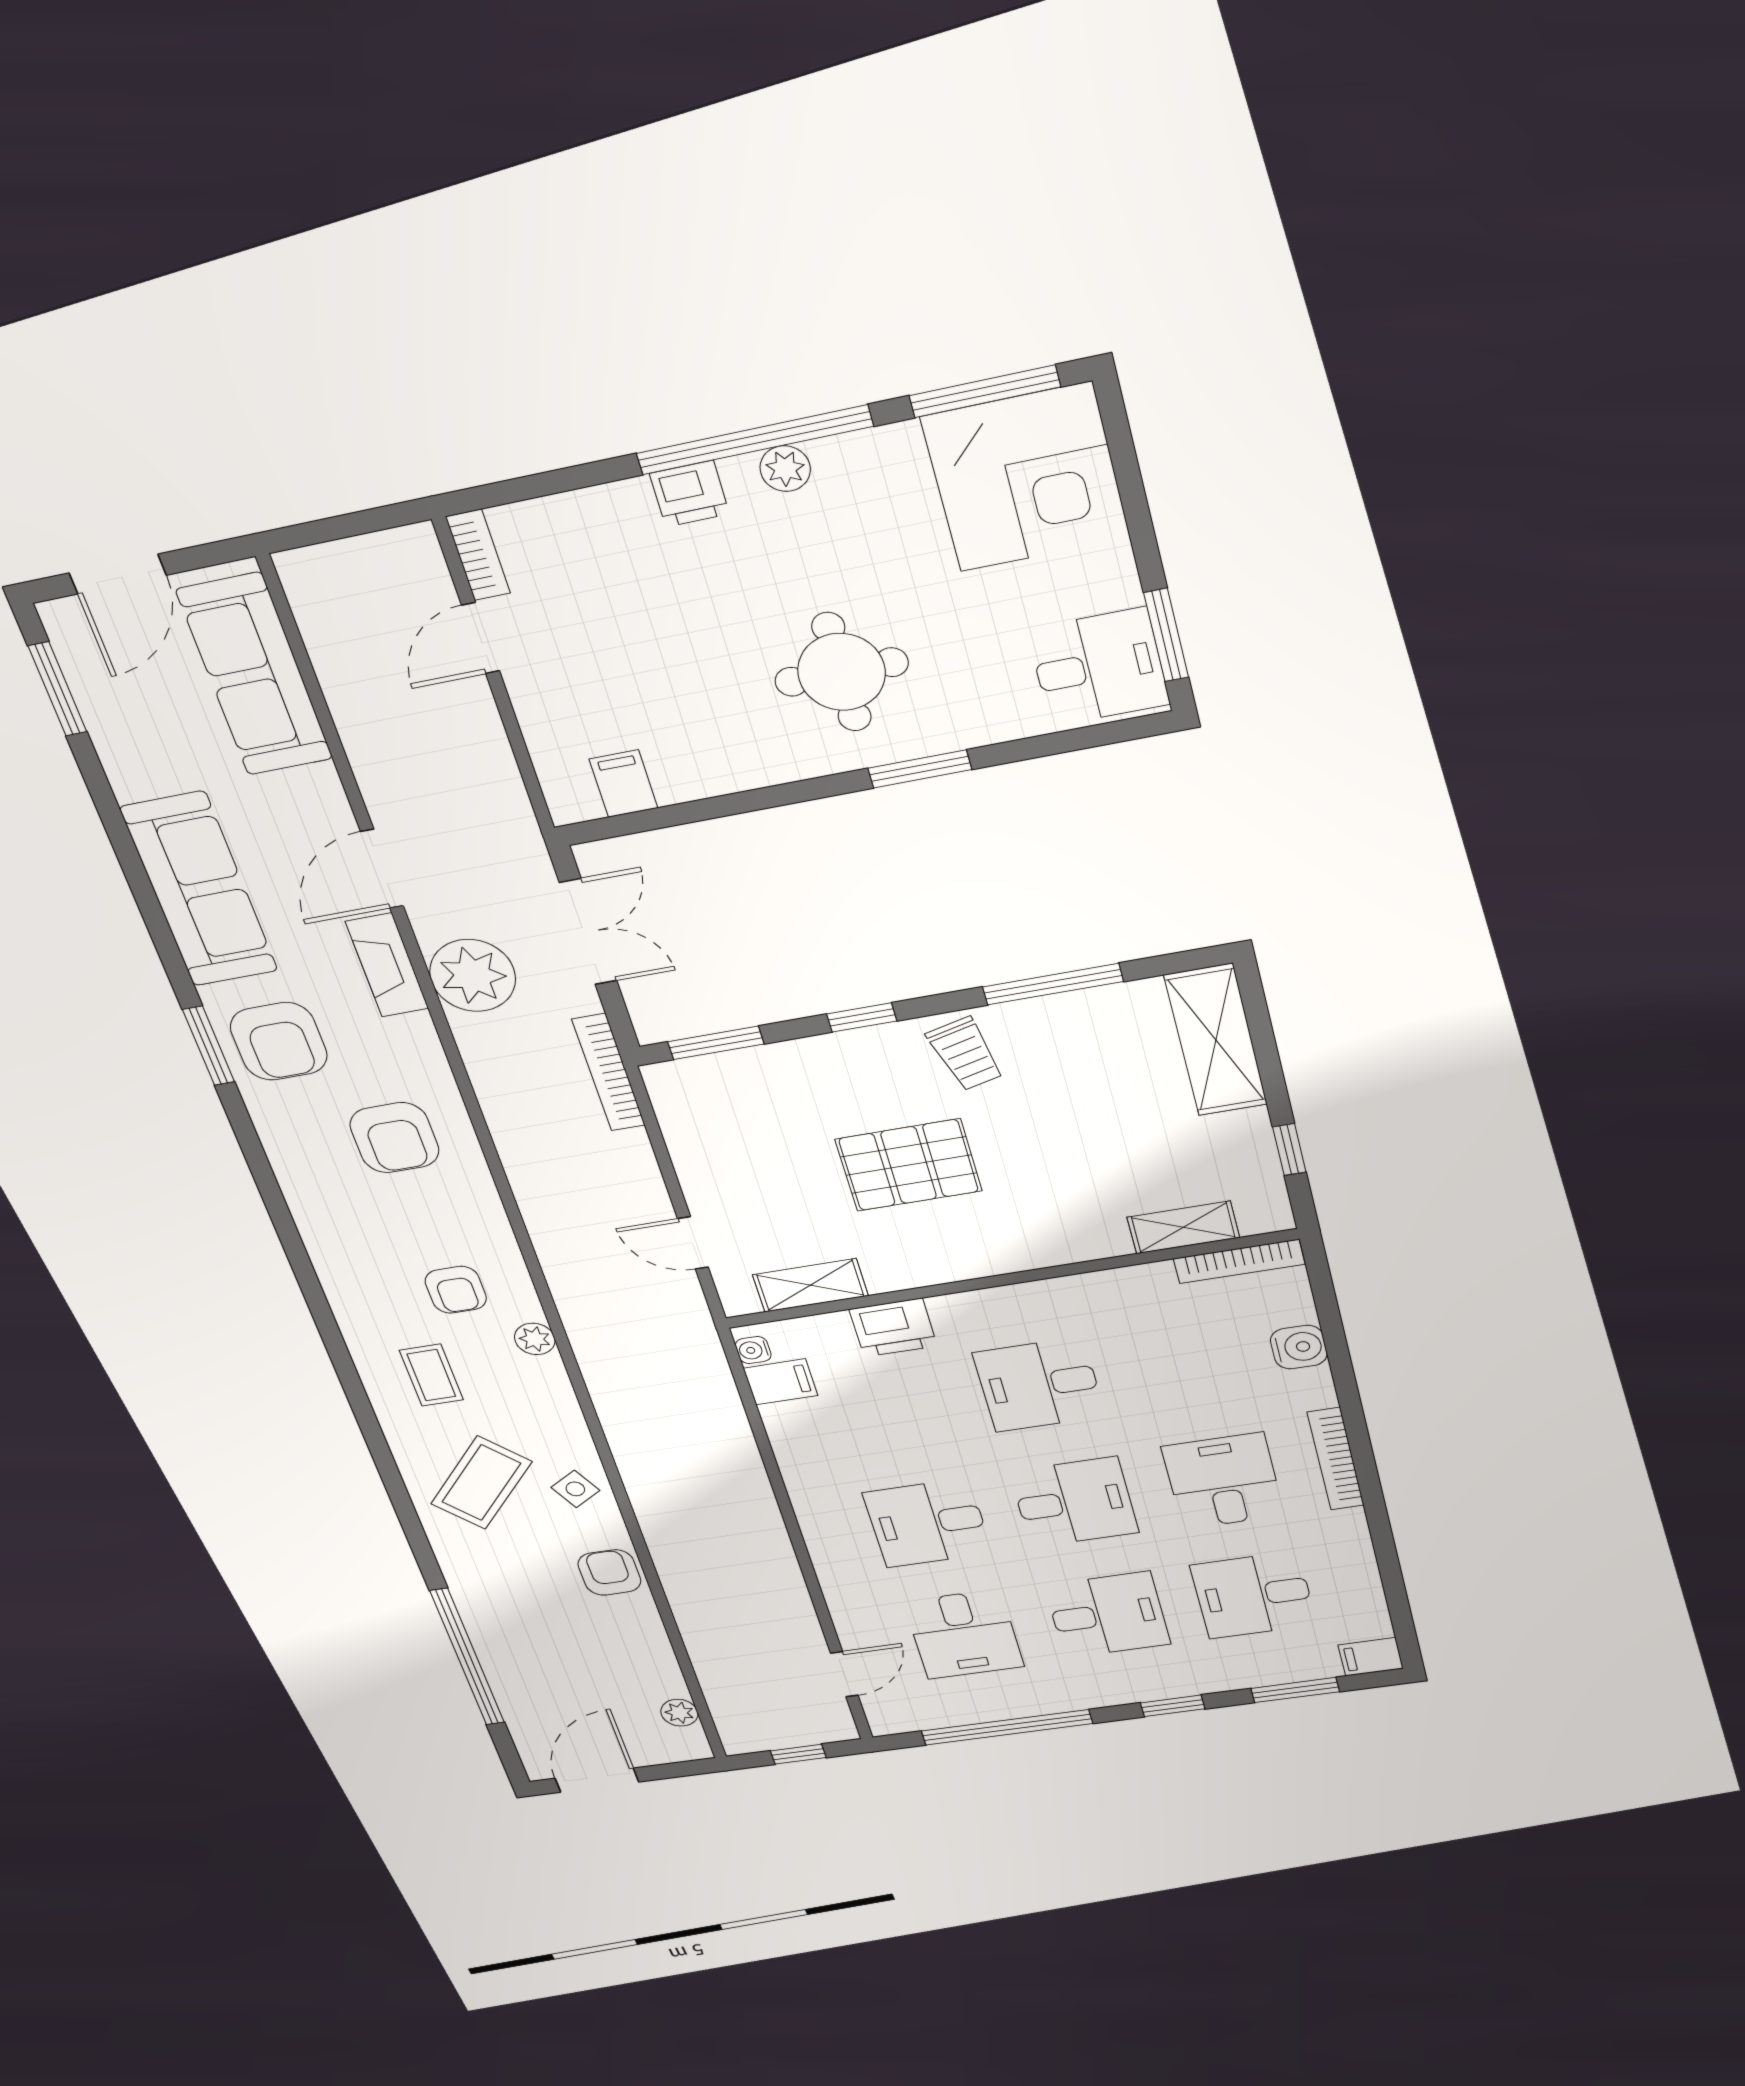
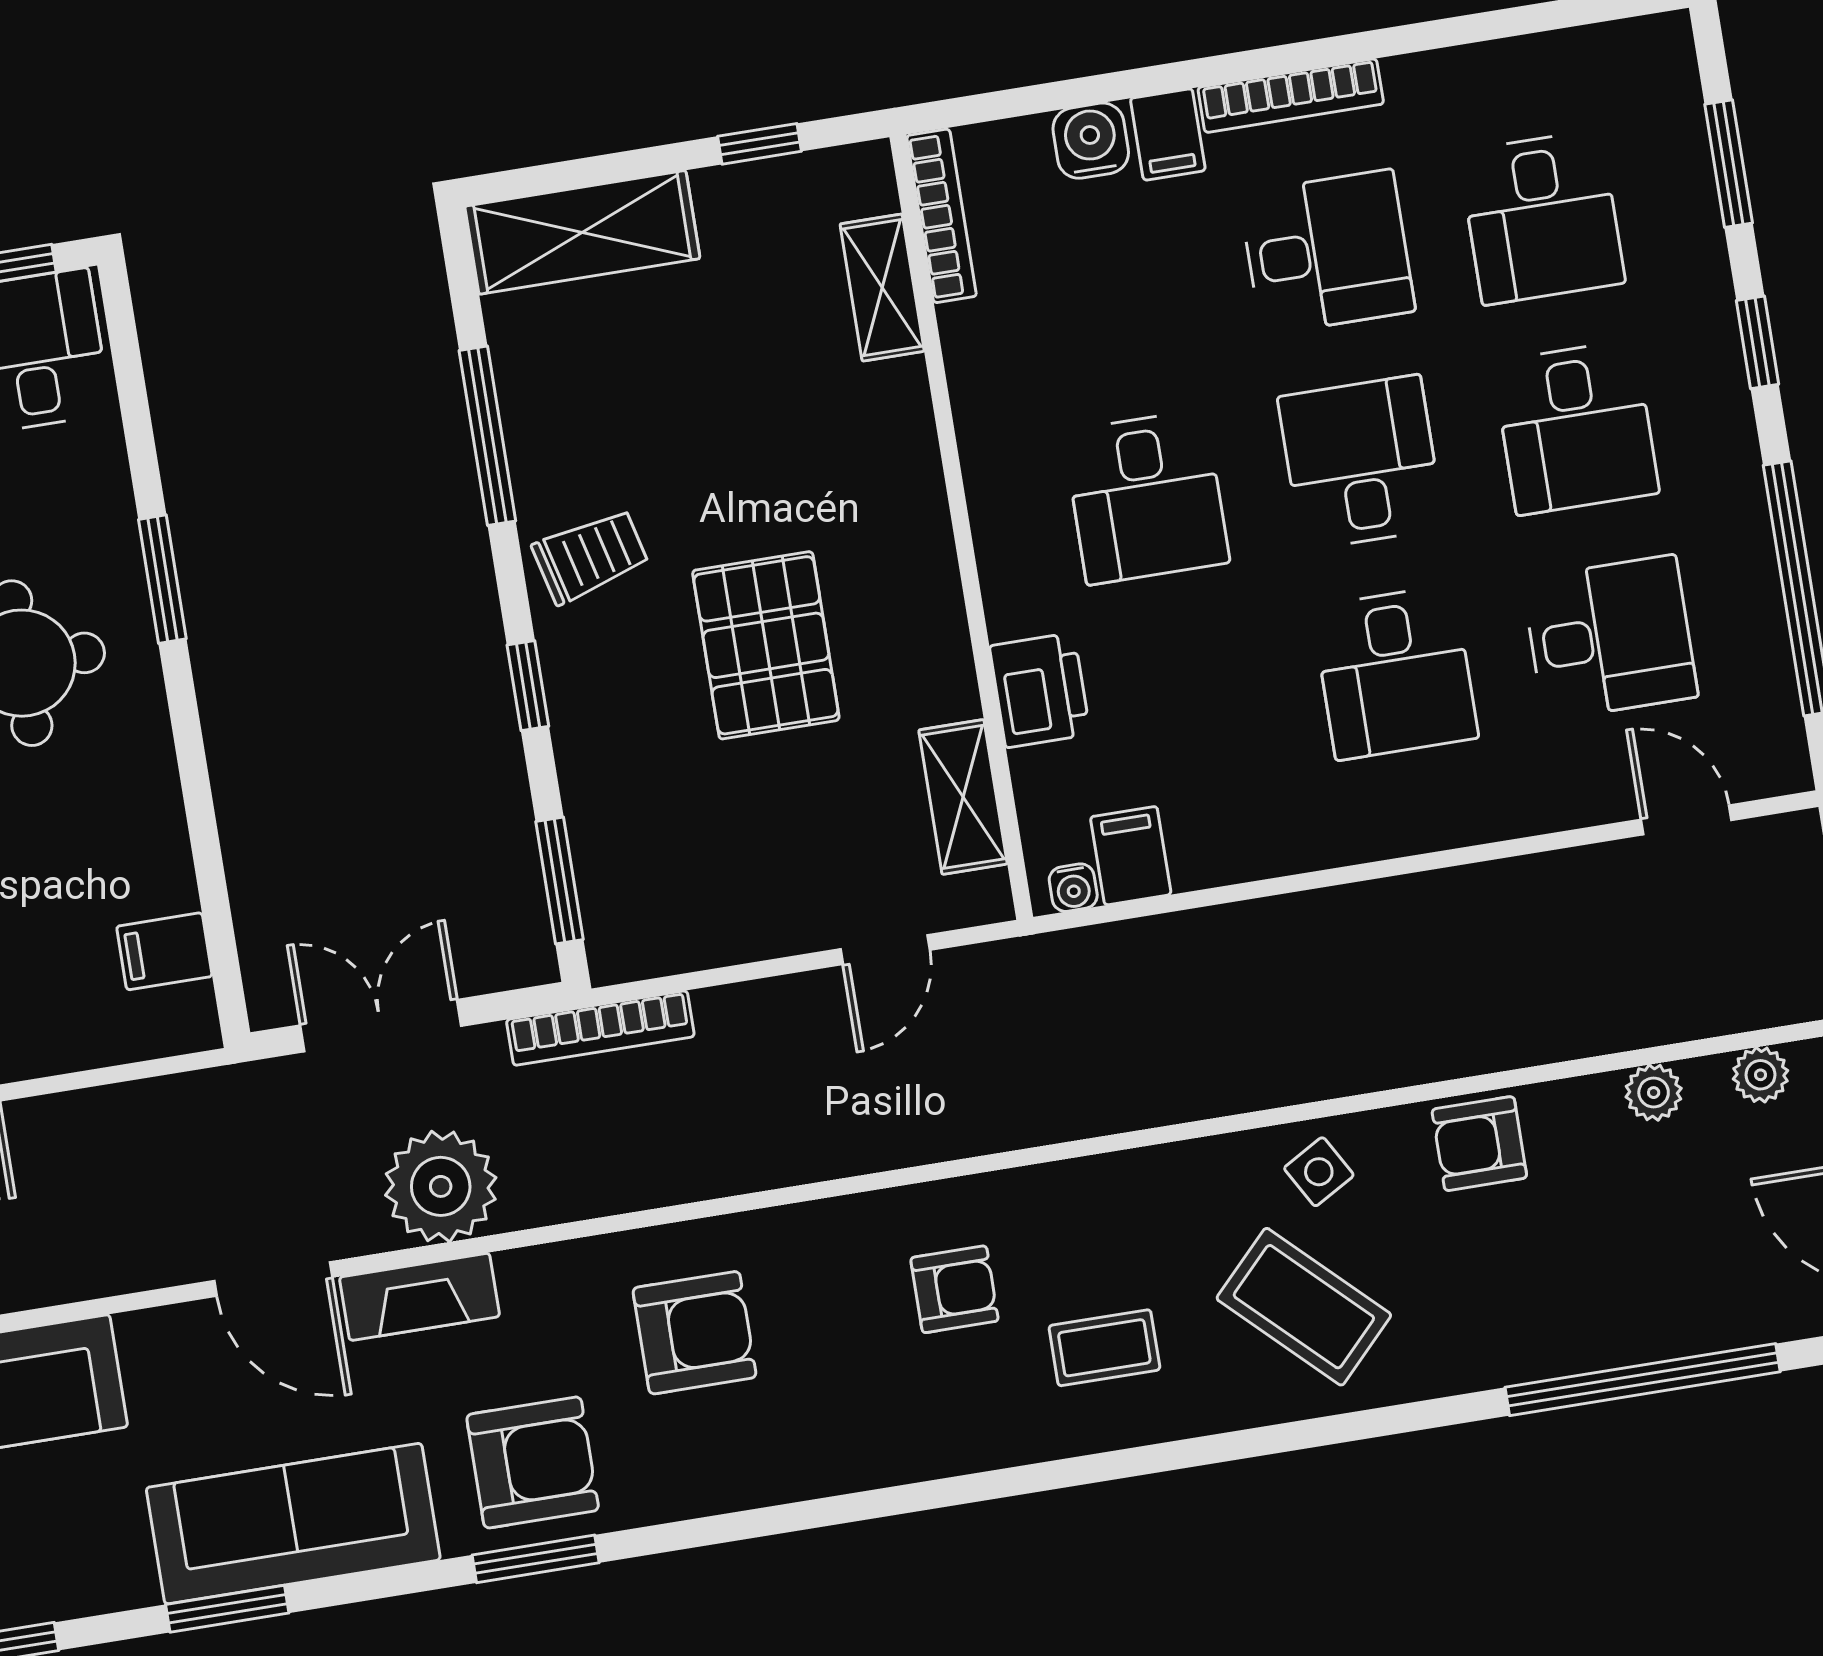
window: (125, 849) -> (227, 1609), added
plant: (535, 1339) -> (1654, 1093), moved
desk: (1223, 1481) -> (1327, 252), turned 180
desk: (1107, 1615) -> (1576, 428), turned 180
filing cabinet: (1371, 1657) -> (1168, 134), moved

